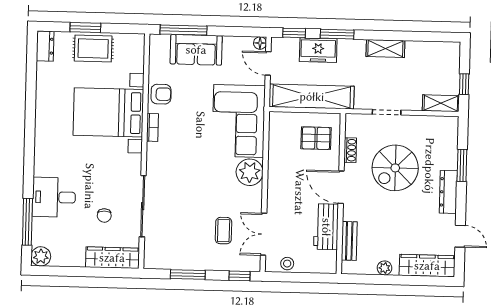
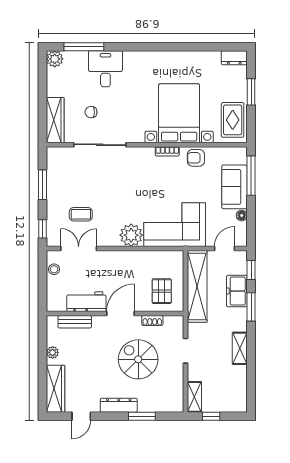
floor lamp: (260, 43) -> (242, 215), moved
rug: (93, 49) -> (233, 120), moved
armchair: (161, 94) -> (196, 158), turned 90

